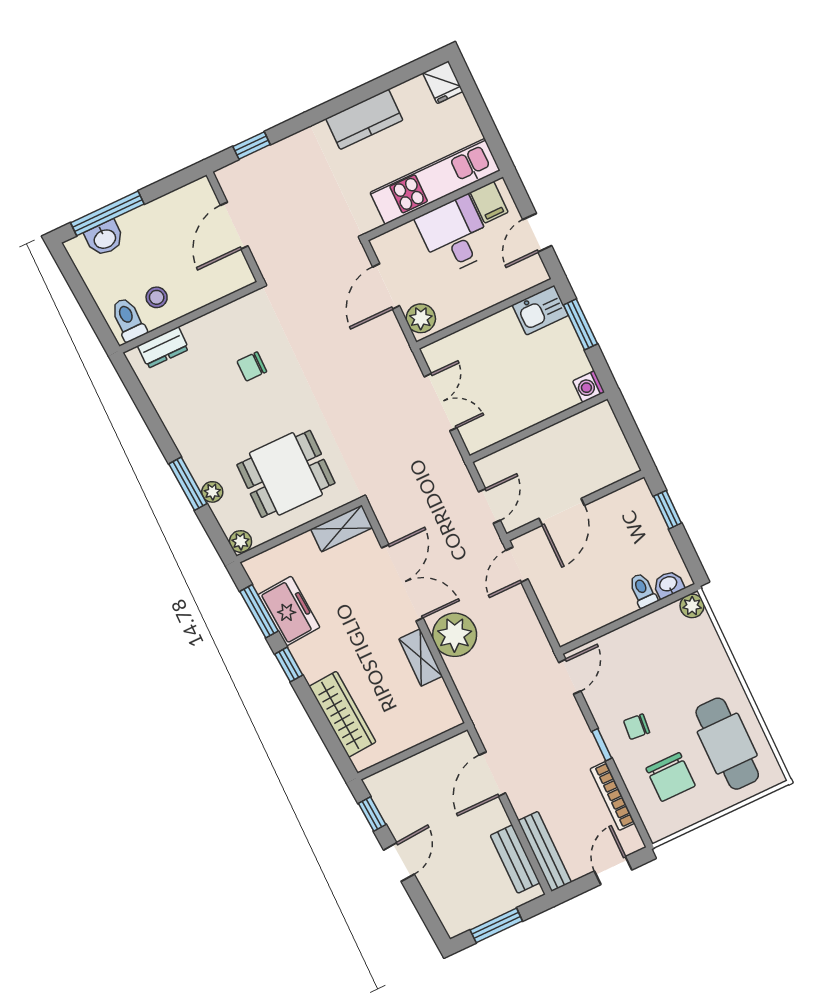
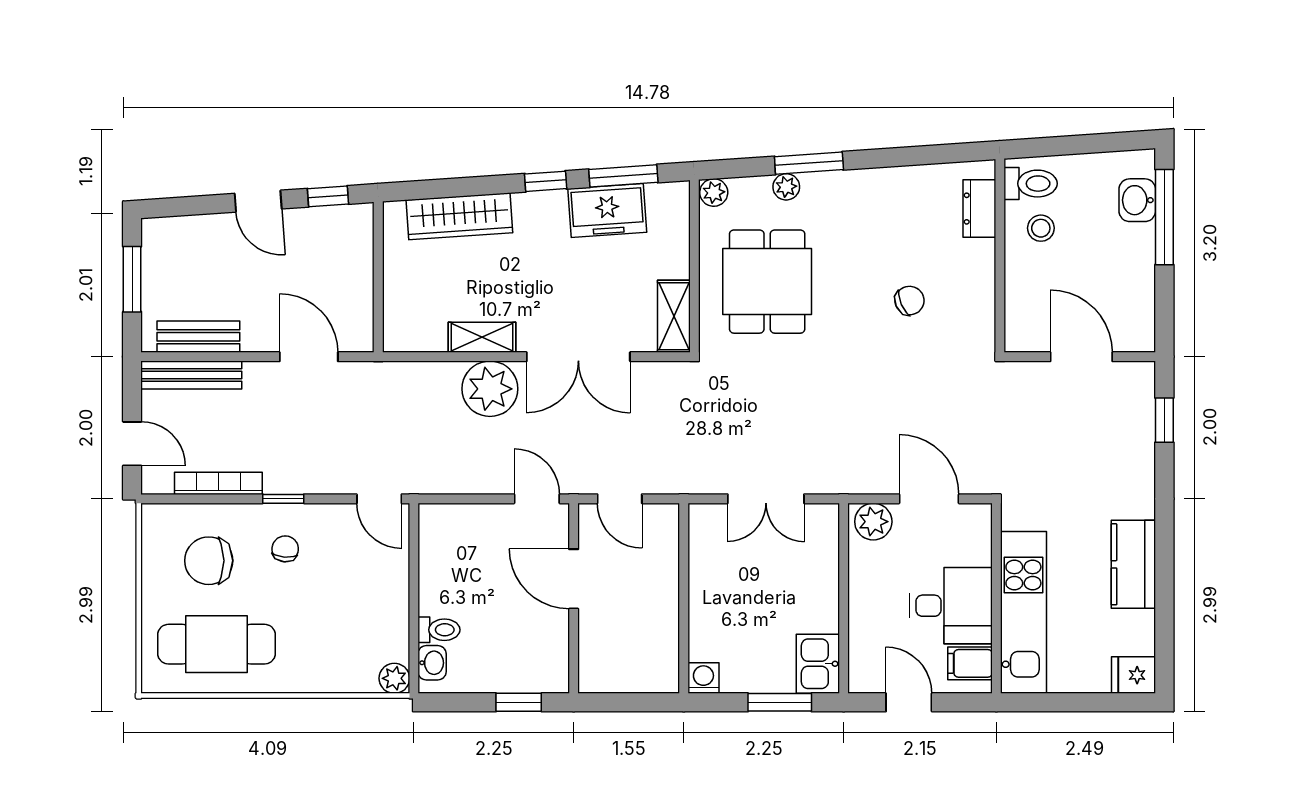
chair: (252, 366) -> (909, 301), turned 66

